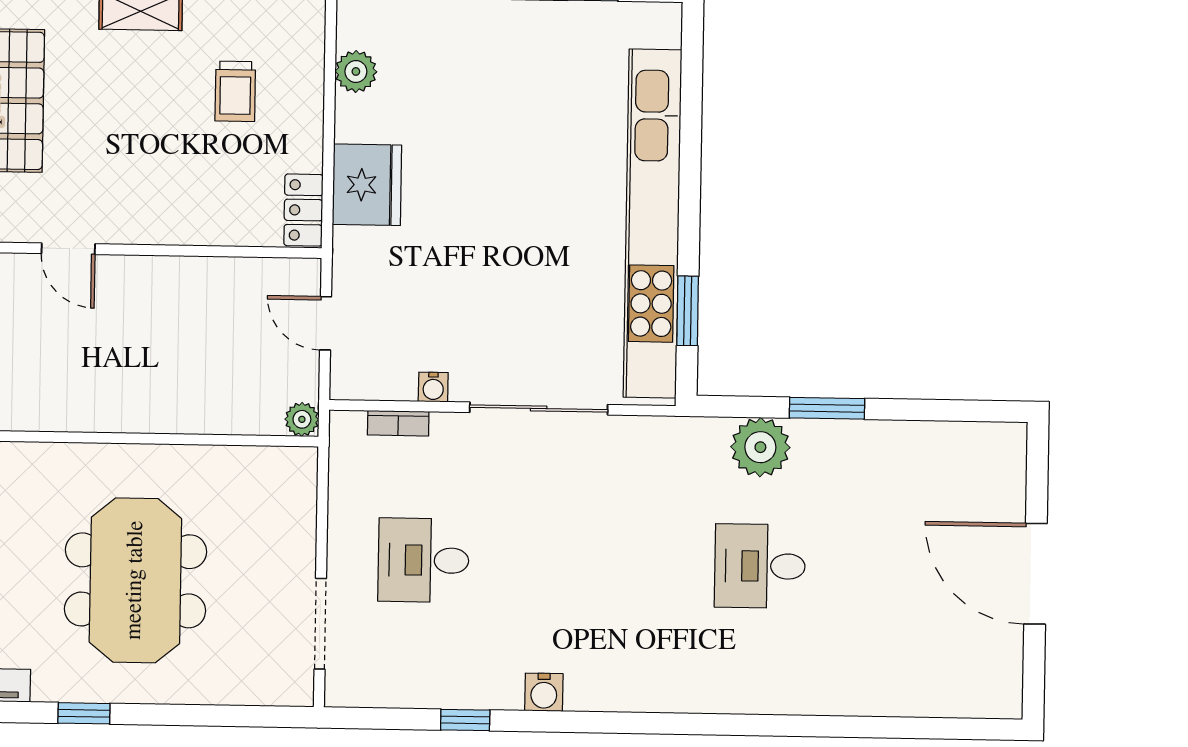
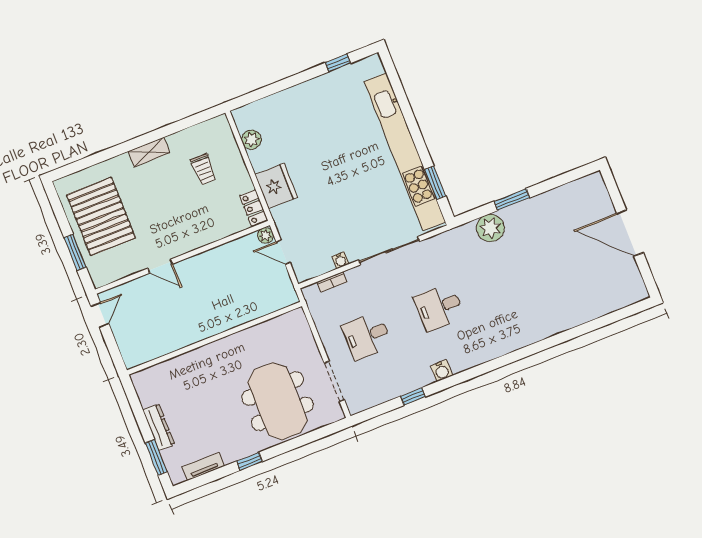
plant: (302, 419) -> (266, 235), moved
desk: (760, 566) -> (439, 307), moved
meeting table: (135, 580) -> (277, 401), moved

